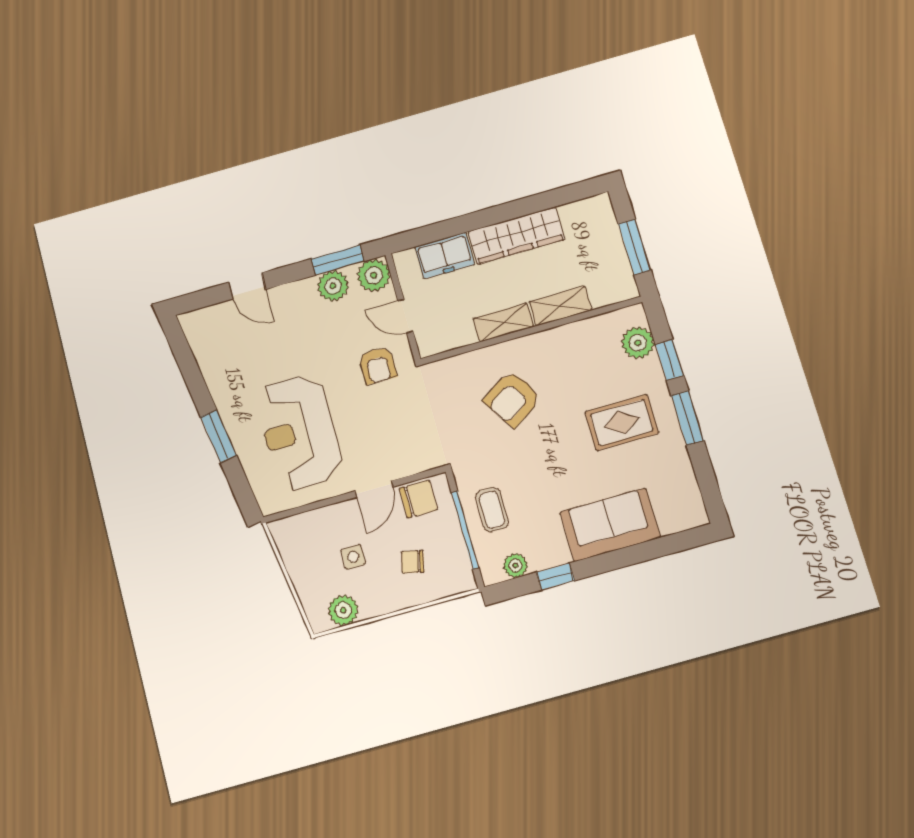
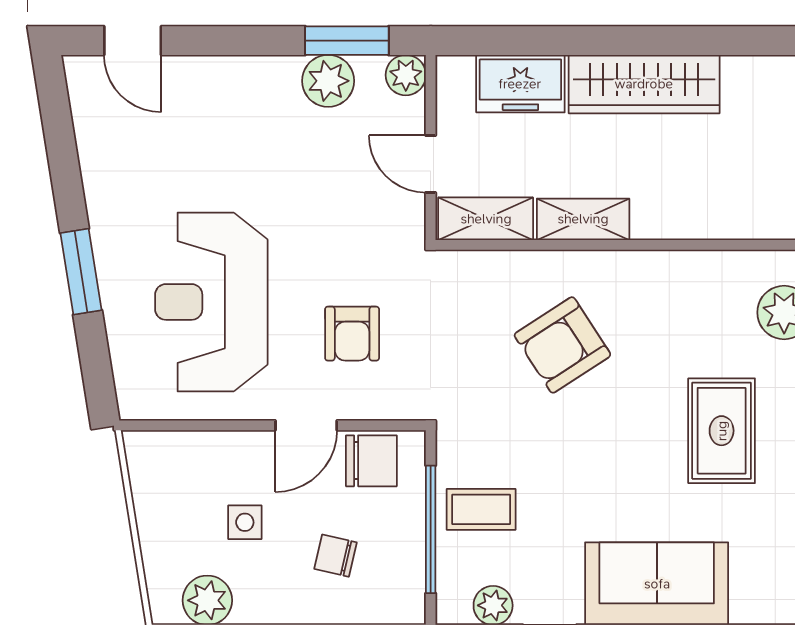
plant: (374, 275) -> (406, 75), width x0.73, depth x0.73
door: (247, 286) -> (133, 41), moved
shelving: (560, 306) -> (486, 219), moved
armchair: (378, 365) -> (352, 334), moved
rug: (622, 422) -> (722, 431), turned 90
coffee table: (492, 510) -> (481, 509), turned 90

